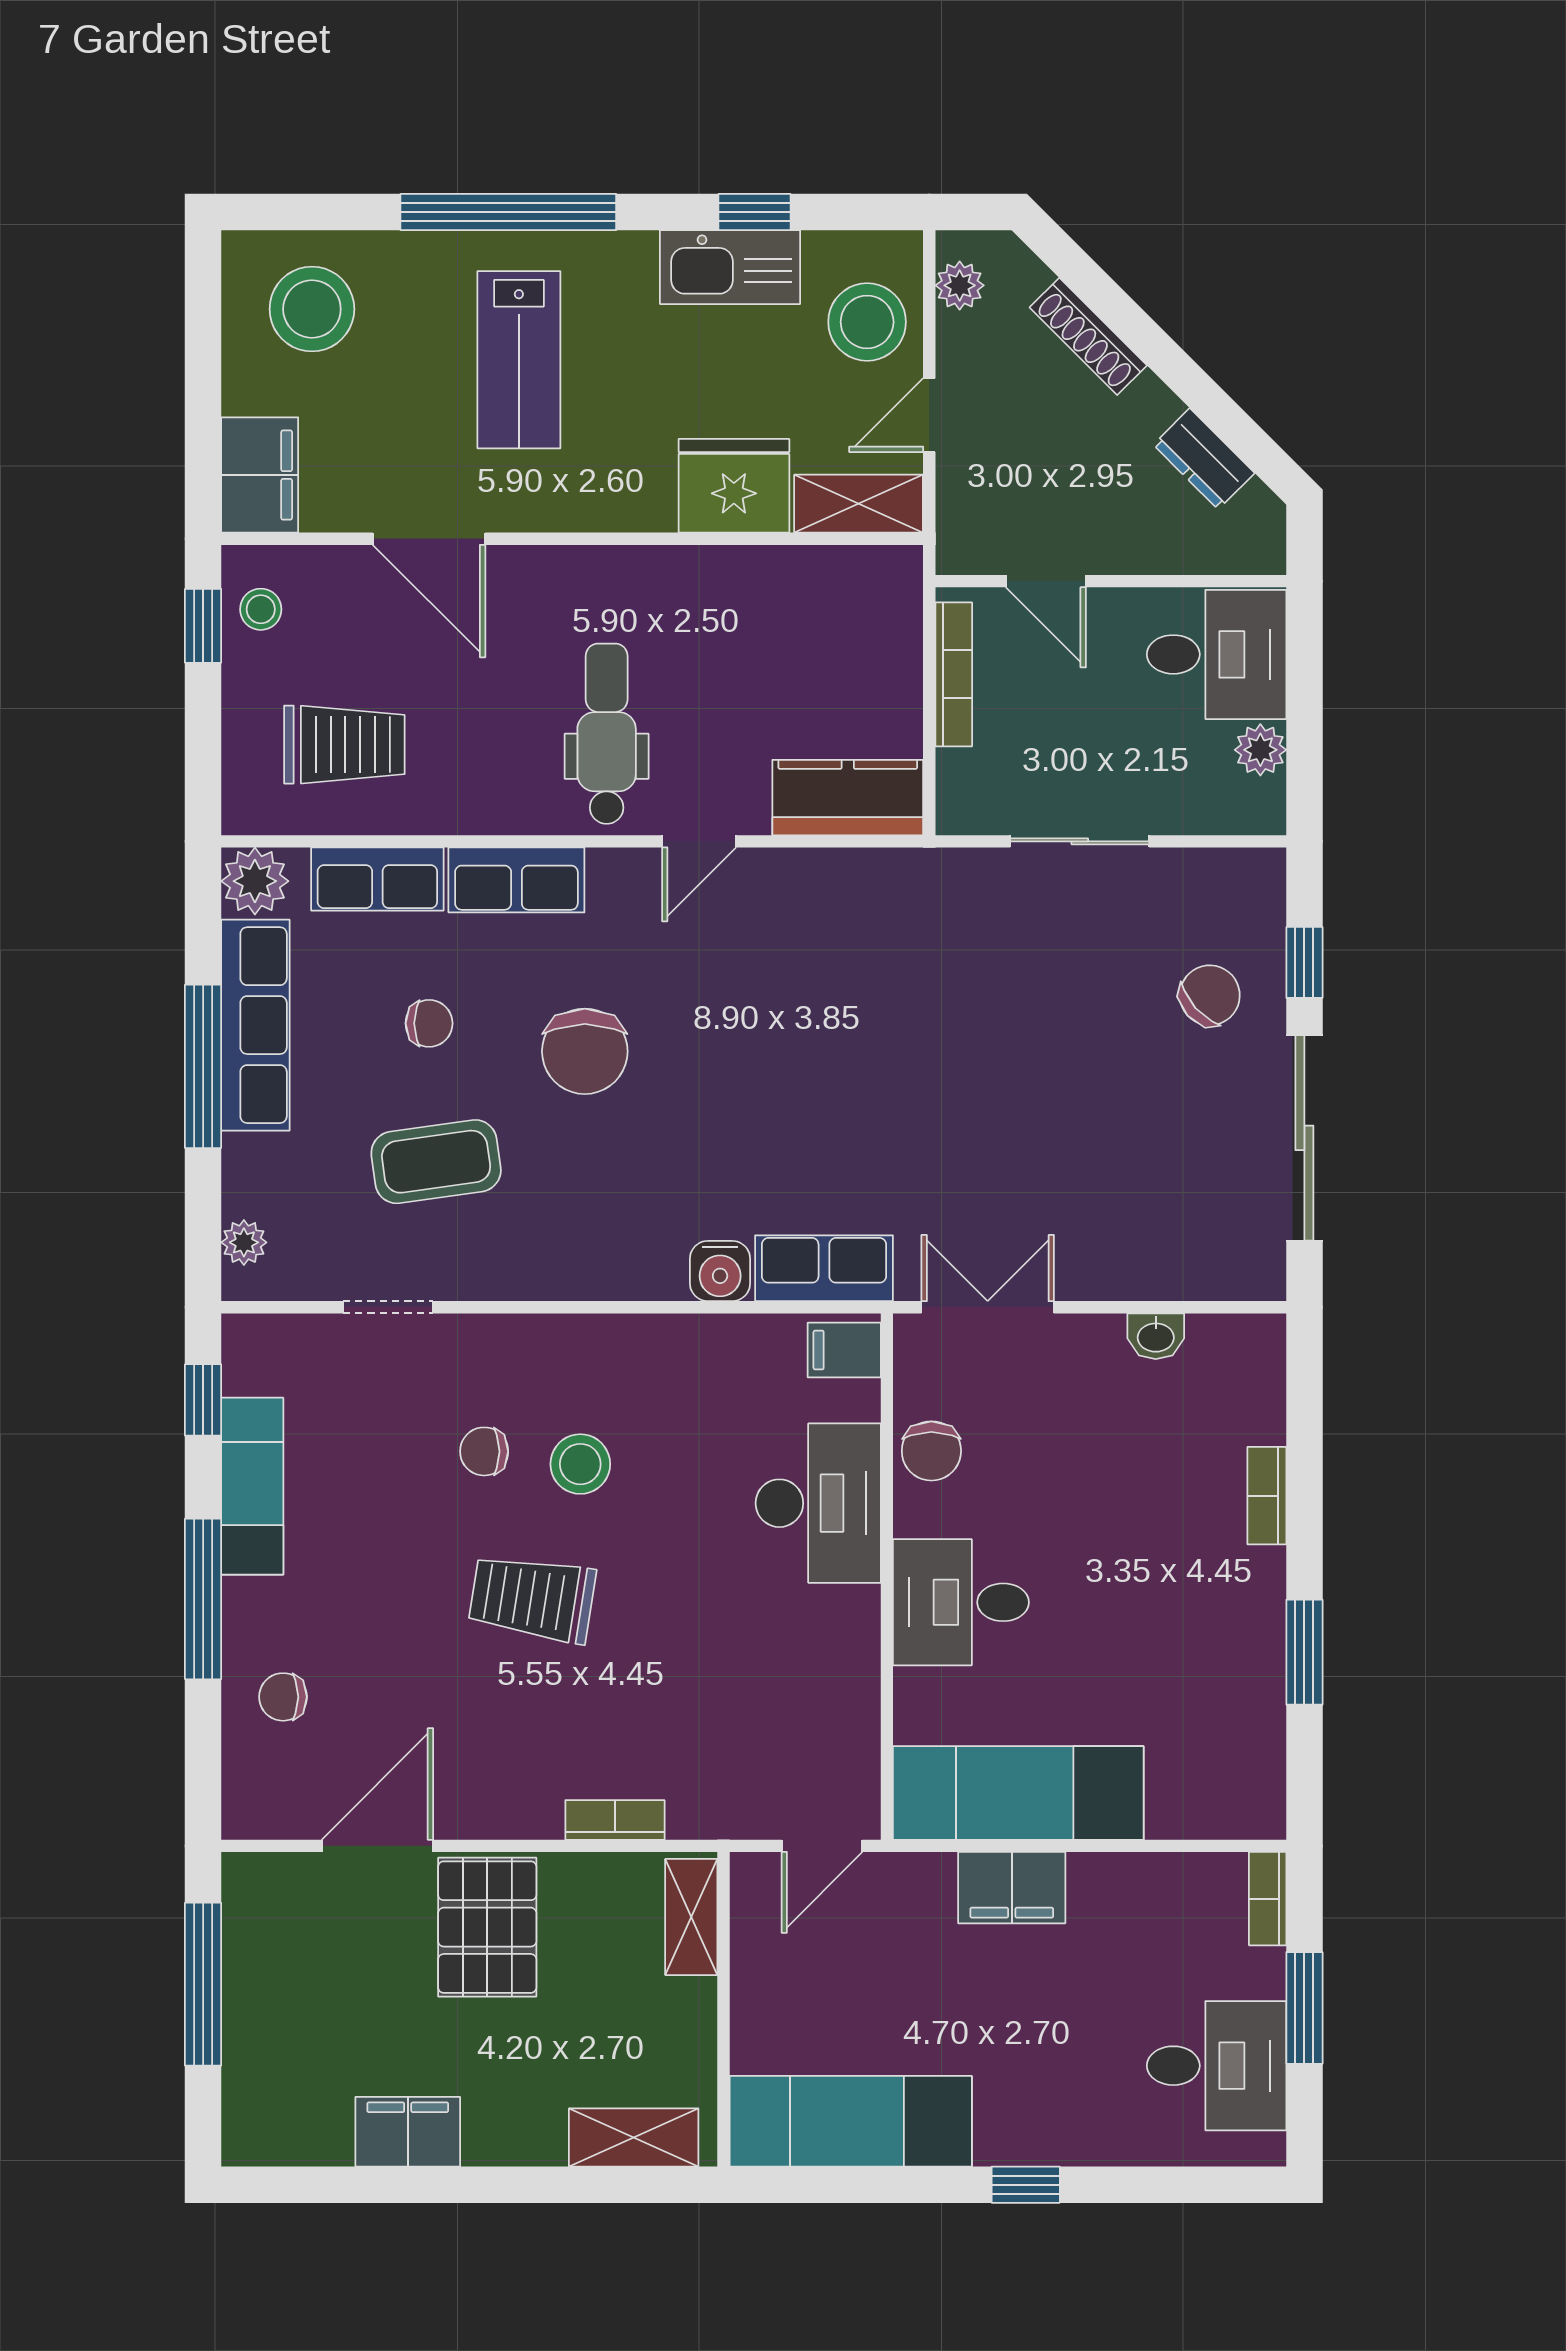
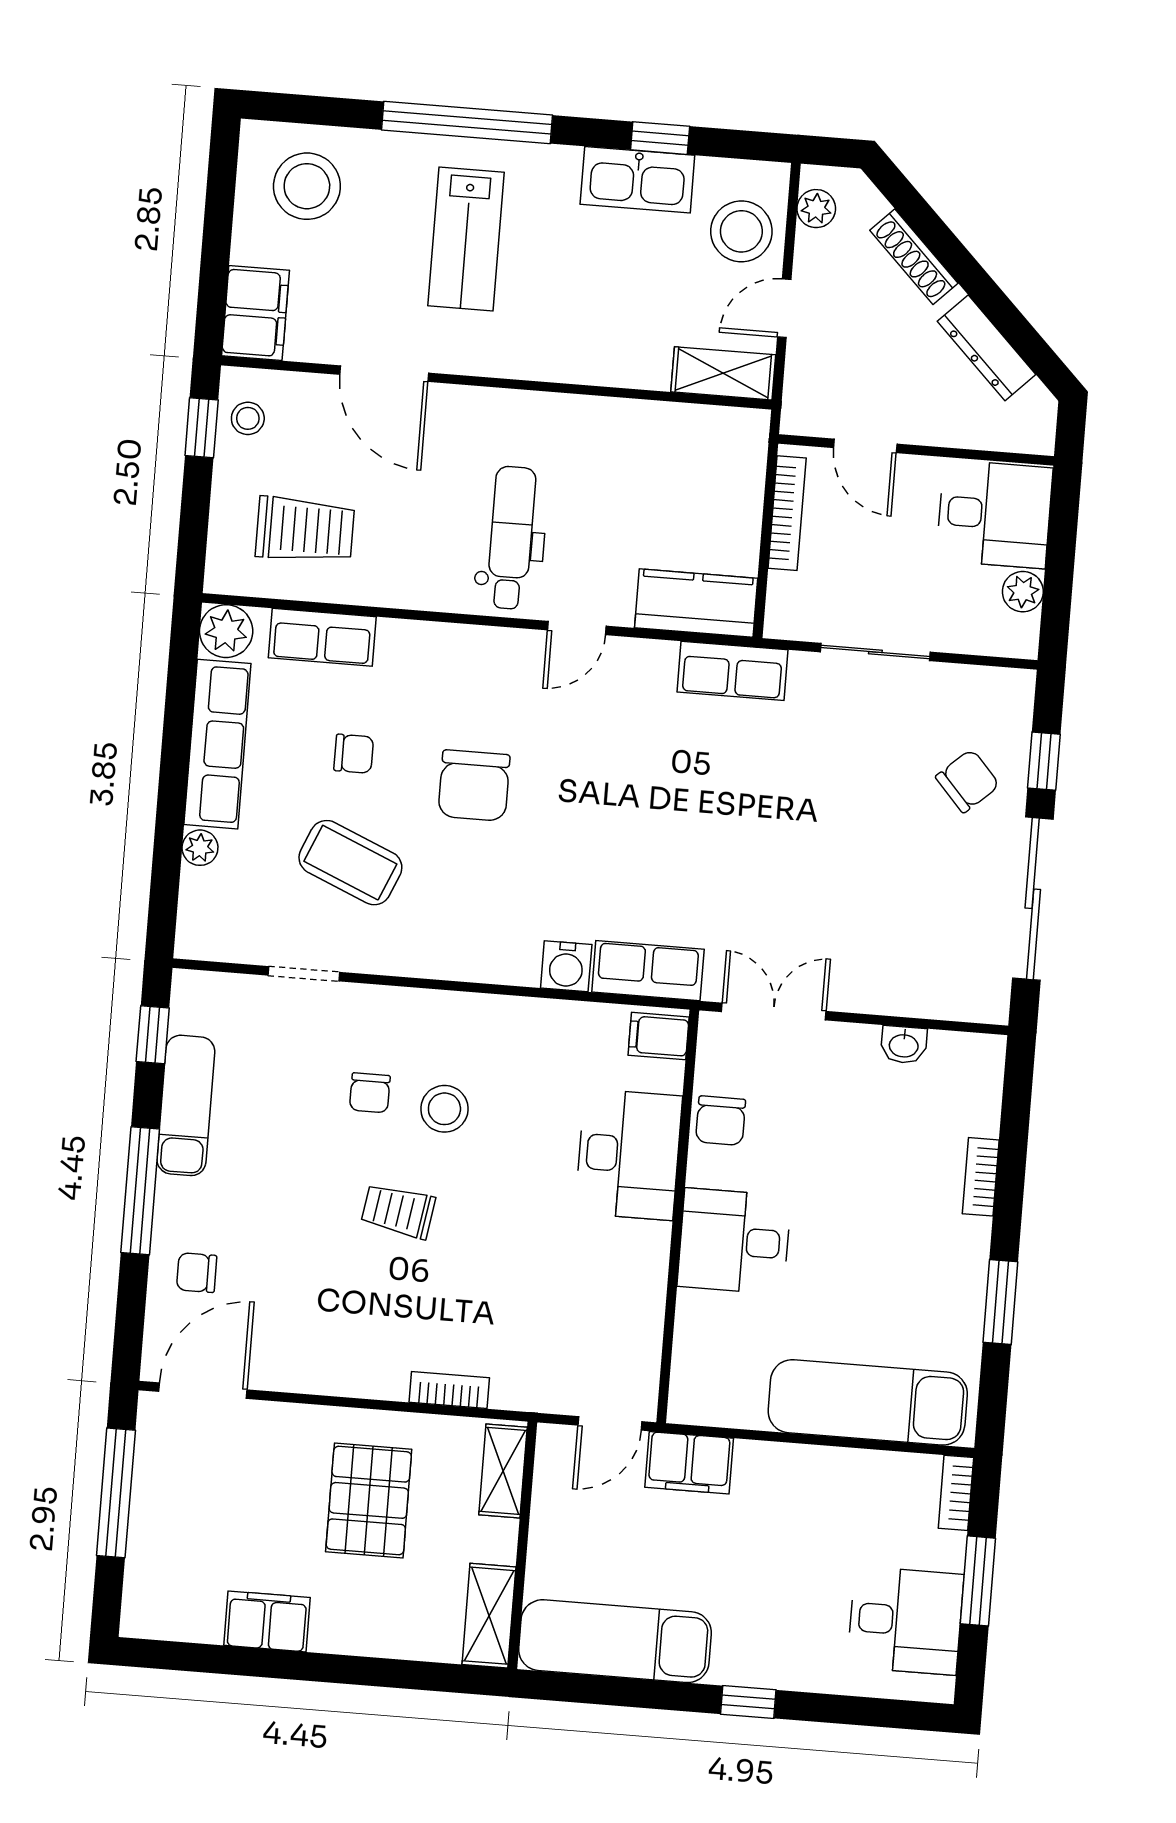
dresser: (1204, 459) -> (987, 348), width x1.44
fridge: (734, 486) -> (627, 351), removed
row of seats: (516, 880) -> (733, 671), moved
window: (203, 1066) -> (174, 773), removed
coffee table: (436, 1162) -> (350, 863), turned 31
plant: (244, 1242) -> (200, 848), moved
chair: (484, 1451) -> (370, 1093), turned -90
trolley: (532, 1598) -> (398, 1211), width x0.73, depth x0.72
exam couch: (1018, 1793) -> (868, 1402), moved
door: (377, 1846) -> (203, 1391), moved
filing cabinet: (1012, 1888) -> (689, 1463), moved
pallet: (487, 1927) -> (369, 1500), moved
shelving: (634, 2137) -> (489, 1616), moved, turned 90

